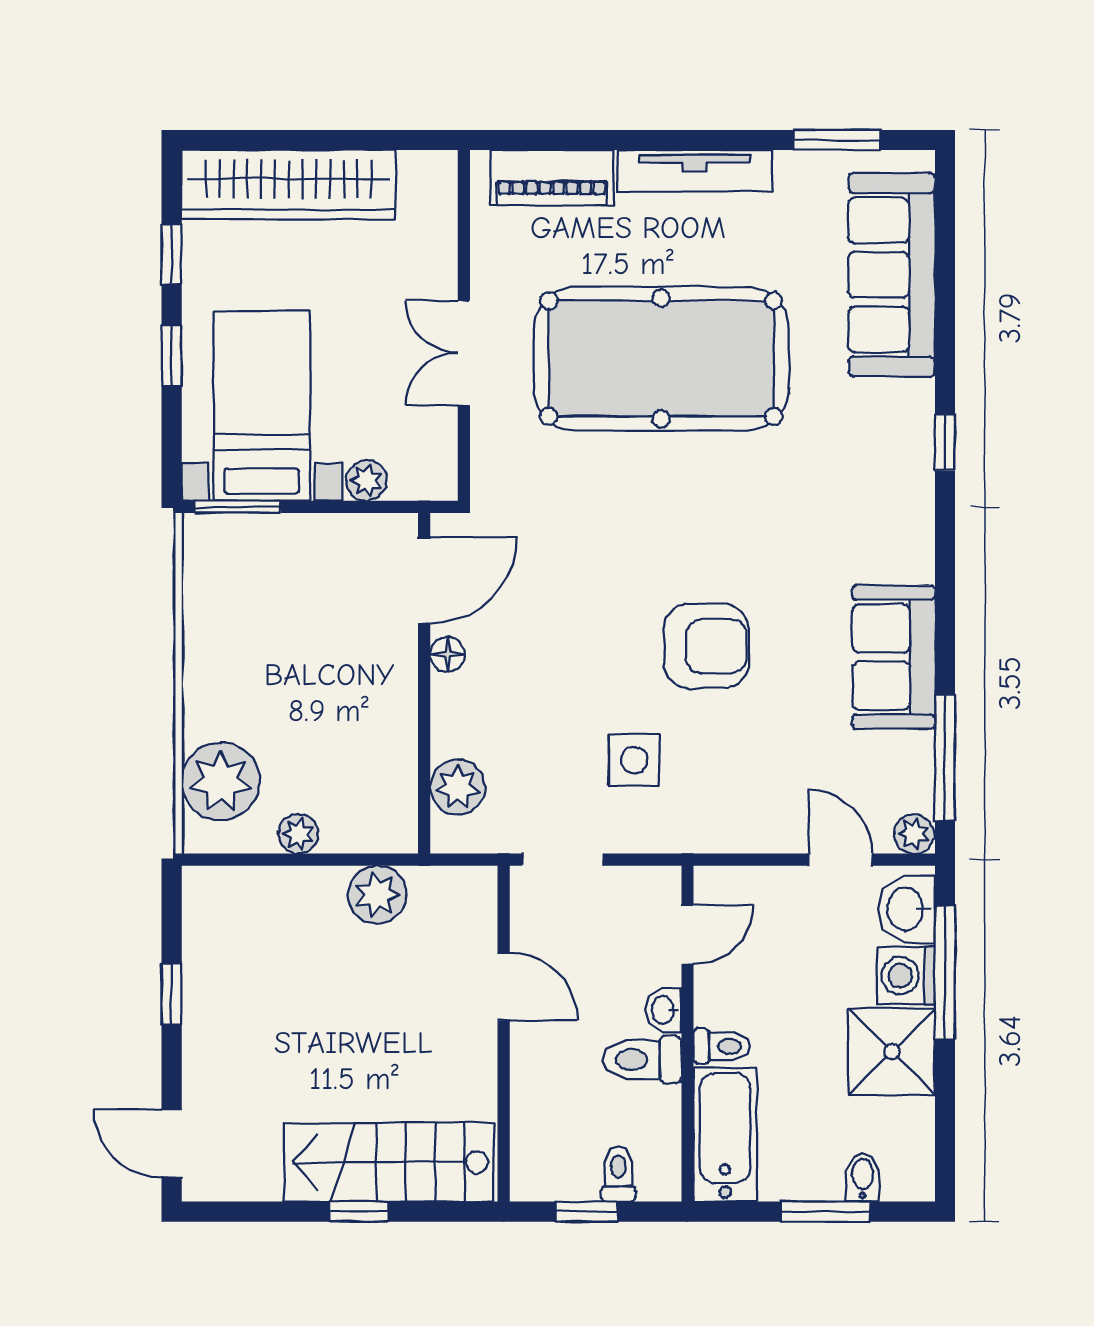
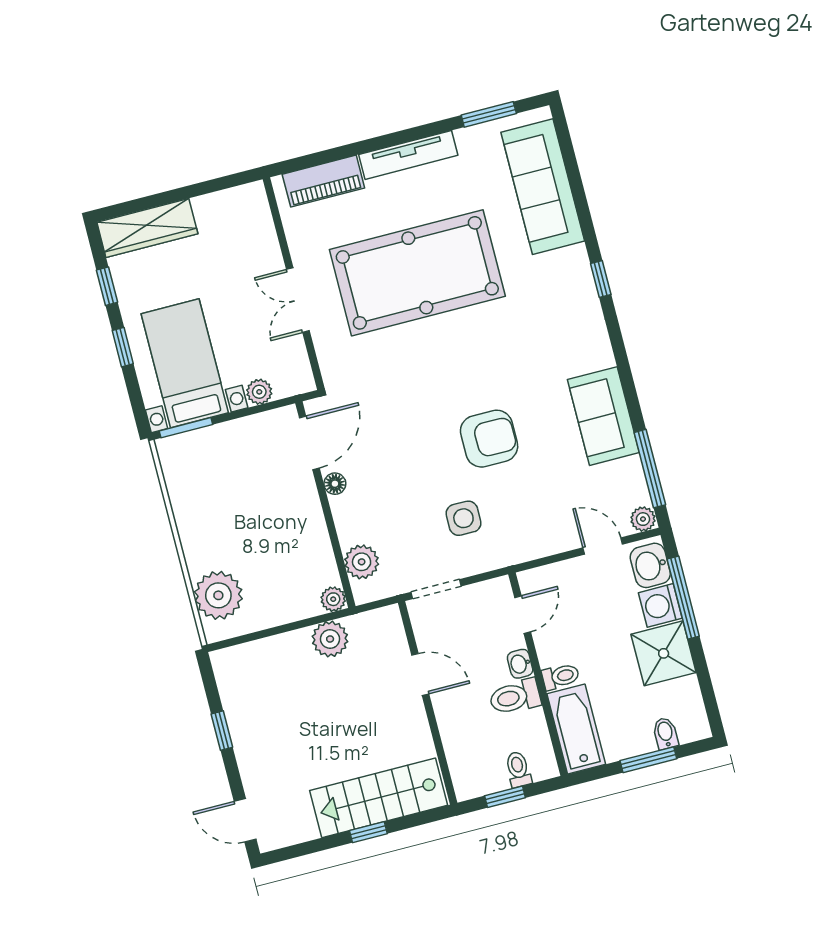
wardrobe: (289, 185) -> (147, 228), width x0.71, depth x0.85
plant: (298, 834) -> (333, 599), moved

